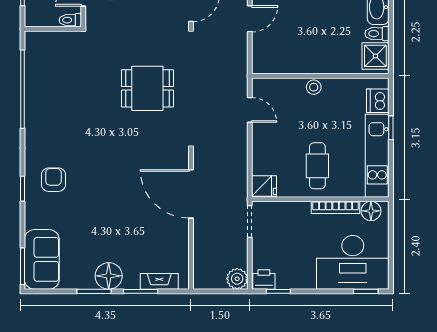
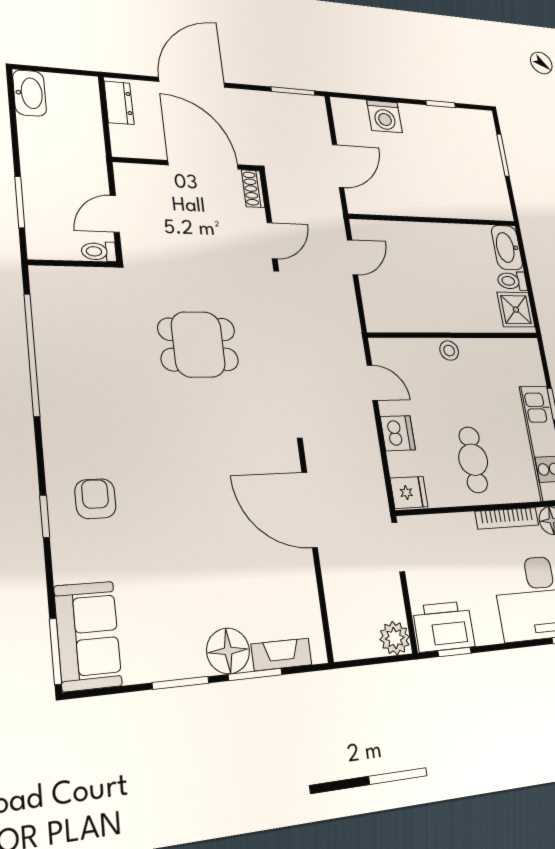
dining table: (147, 88) -> (198, 344), moved
dishwasher: (378, 101) -> (398, 433), moved, turned 180
floor lamp: (109, 276) -> (228, 651), moved
printer: (264, 279) -> (444, 626), width x1.87, depth x1.48

